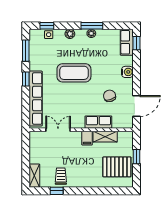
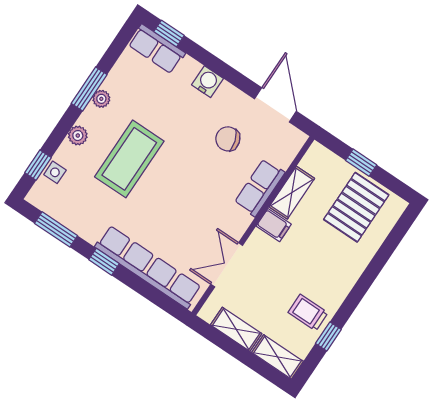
coffee table: (74, 73) -> (129, 159), moved
shelving: (34, 151) -> (236, 329), added

